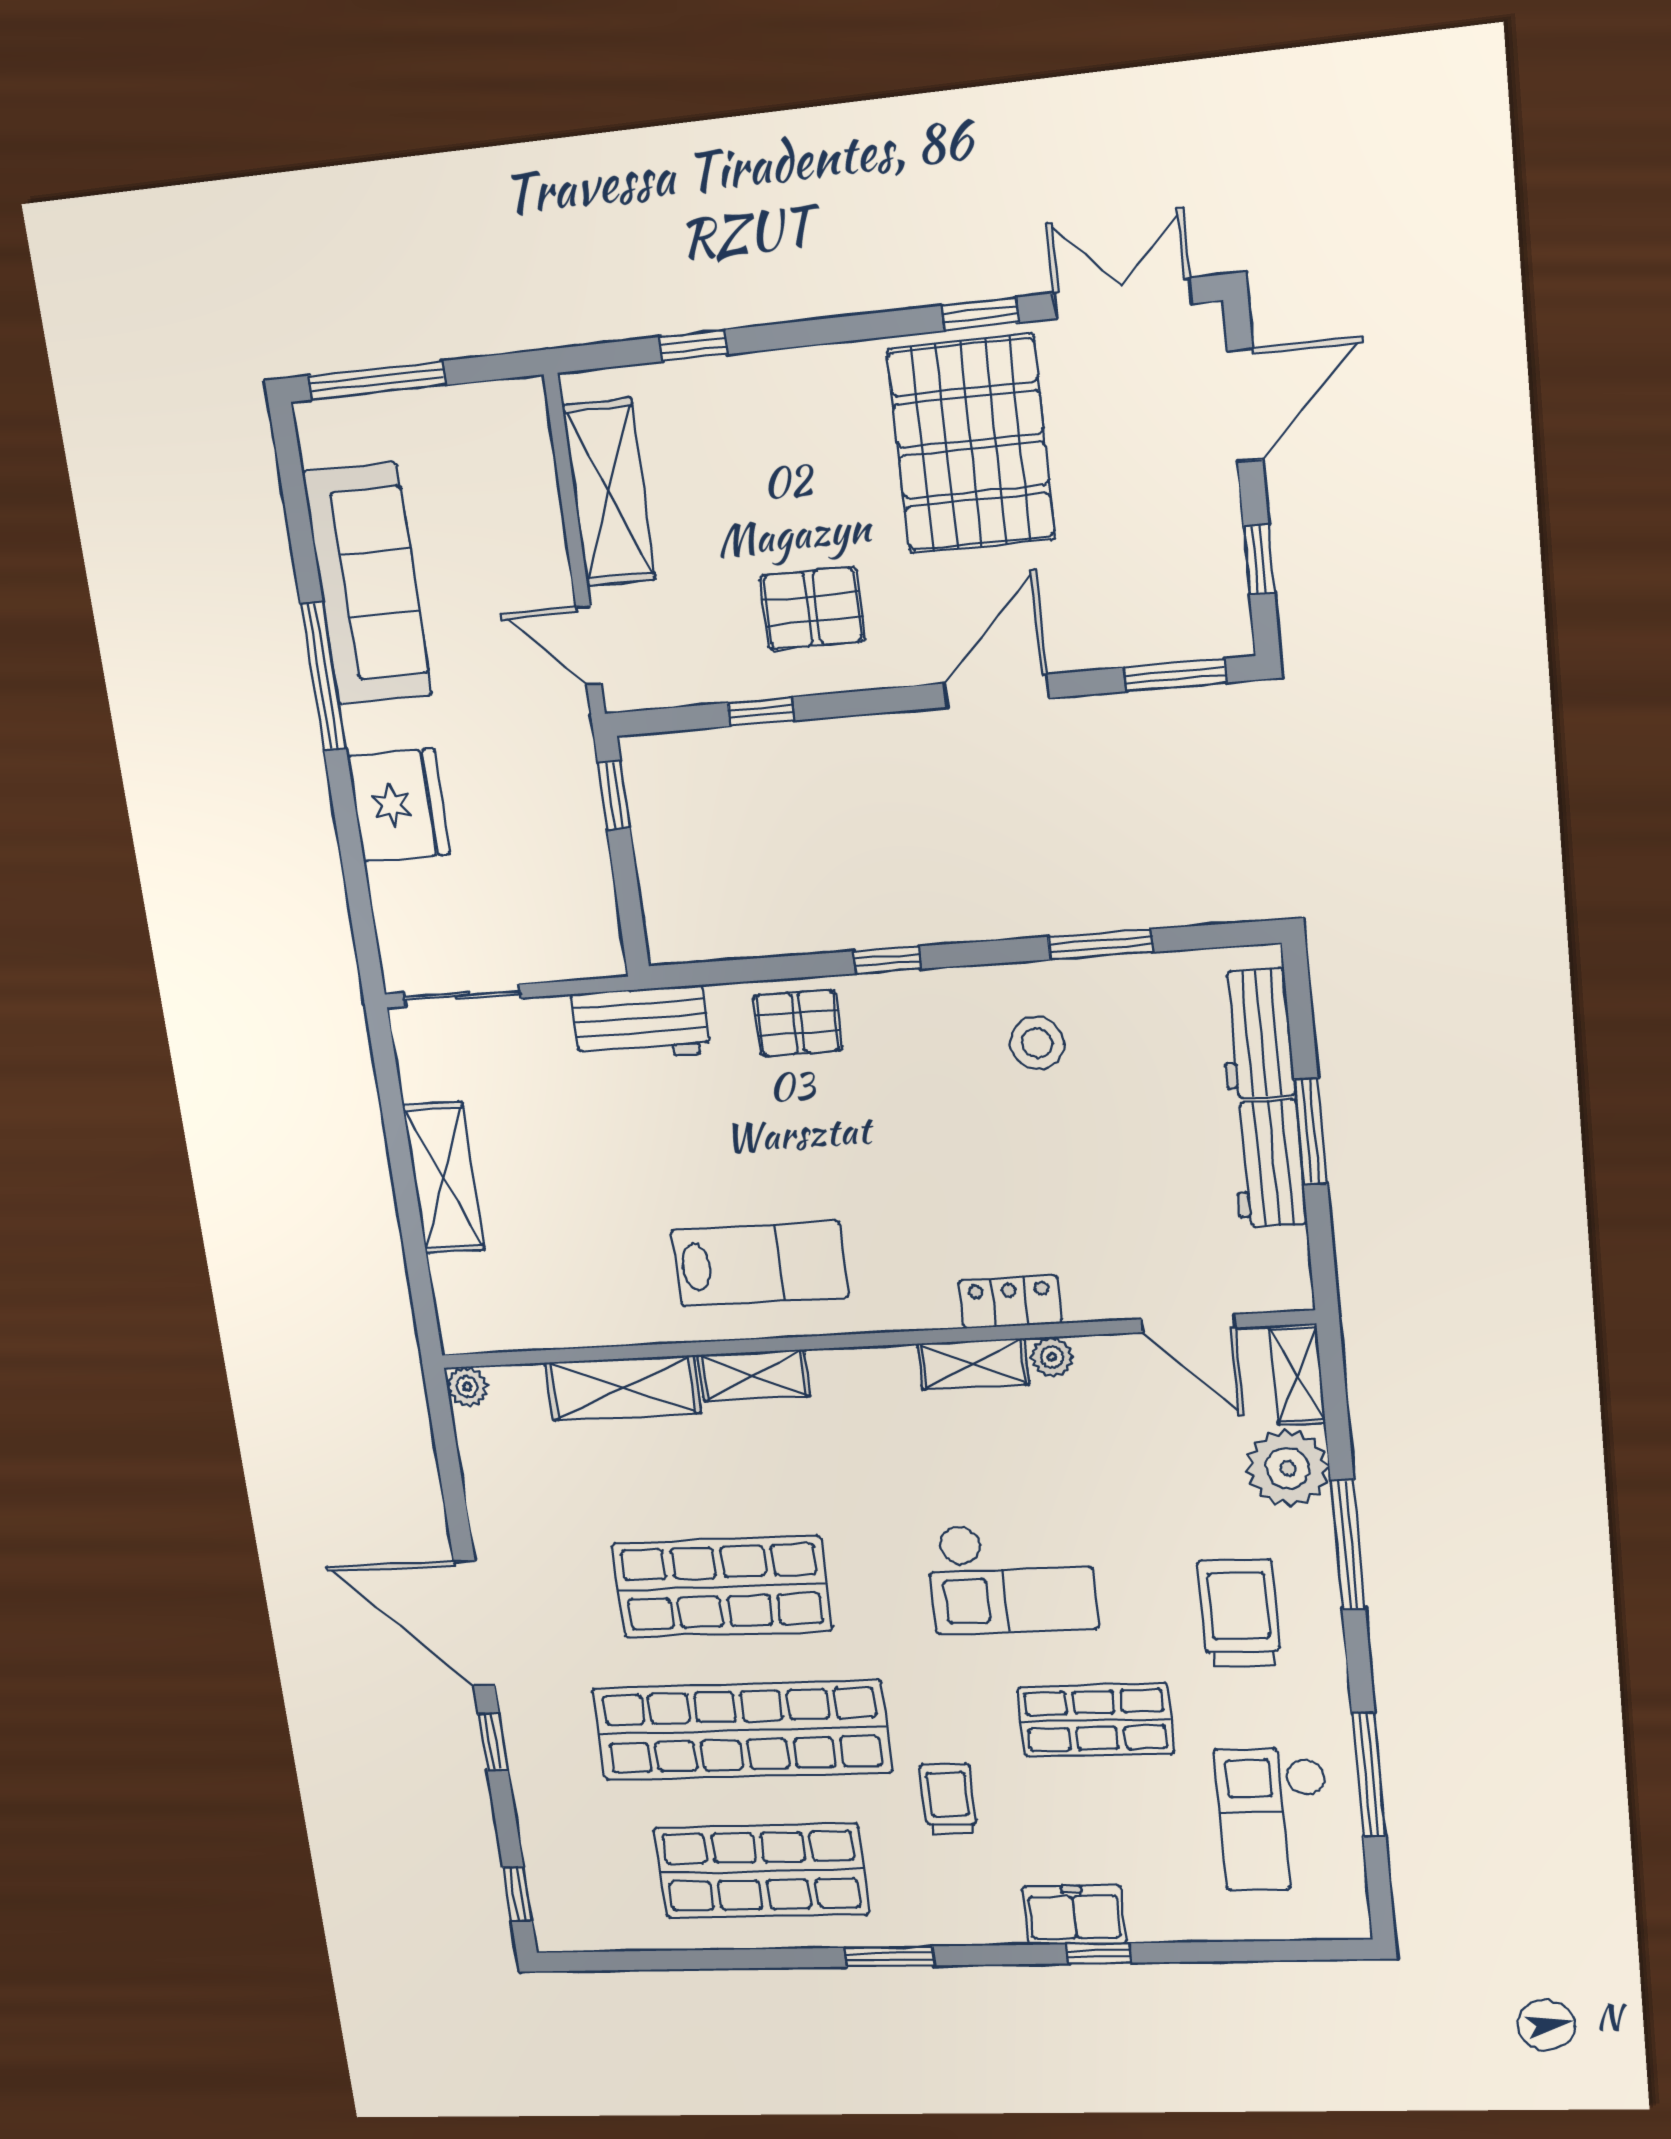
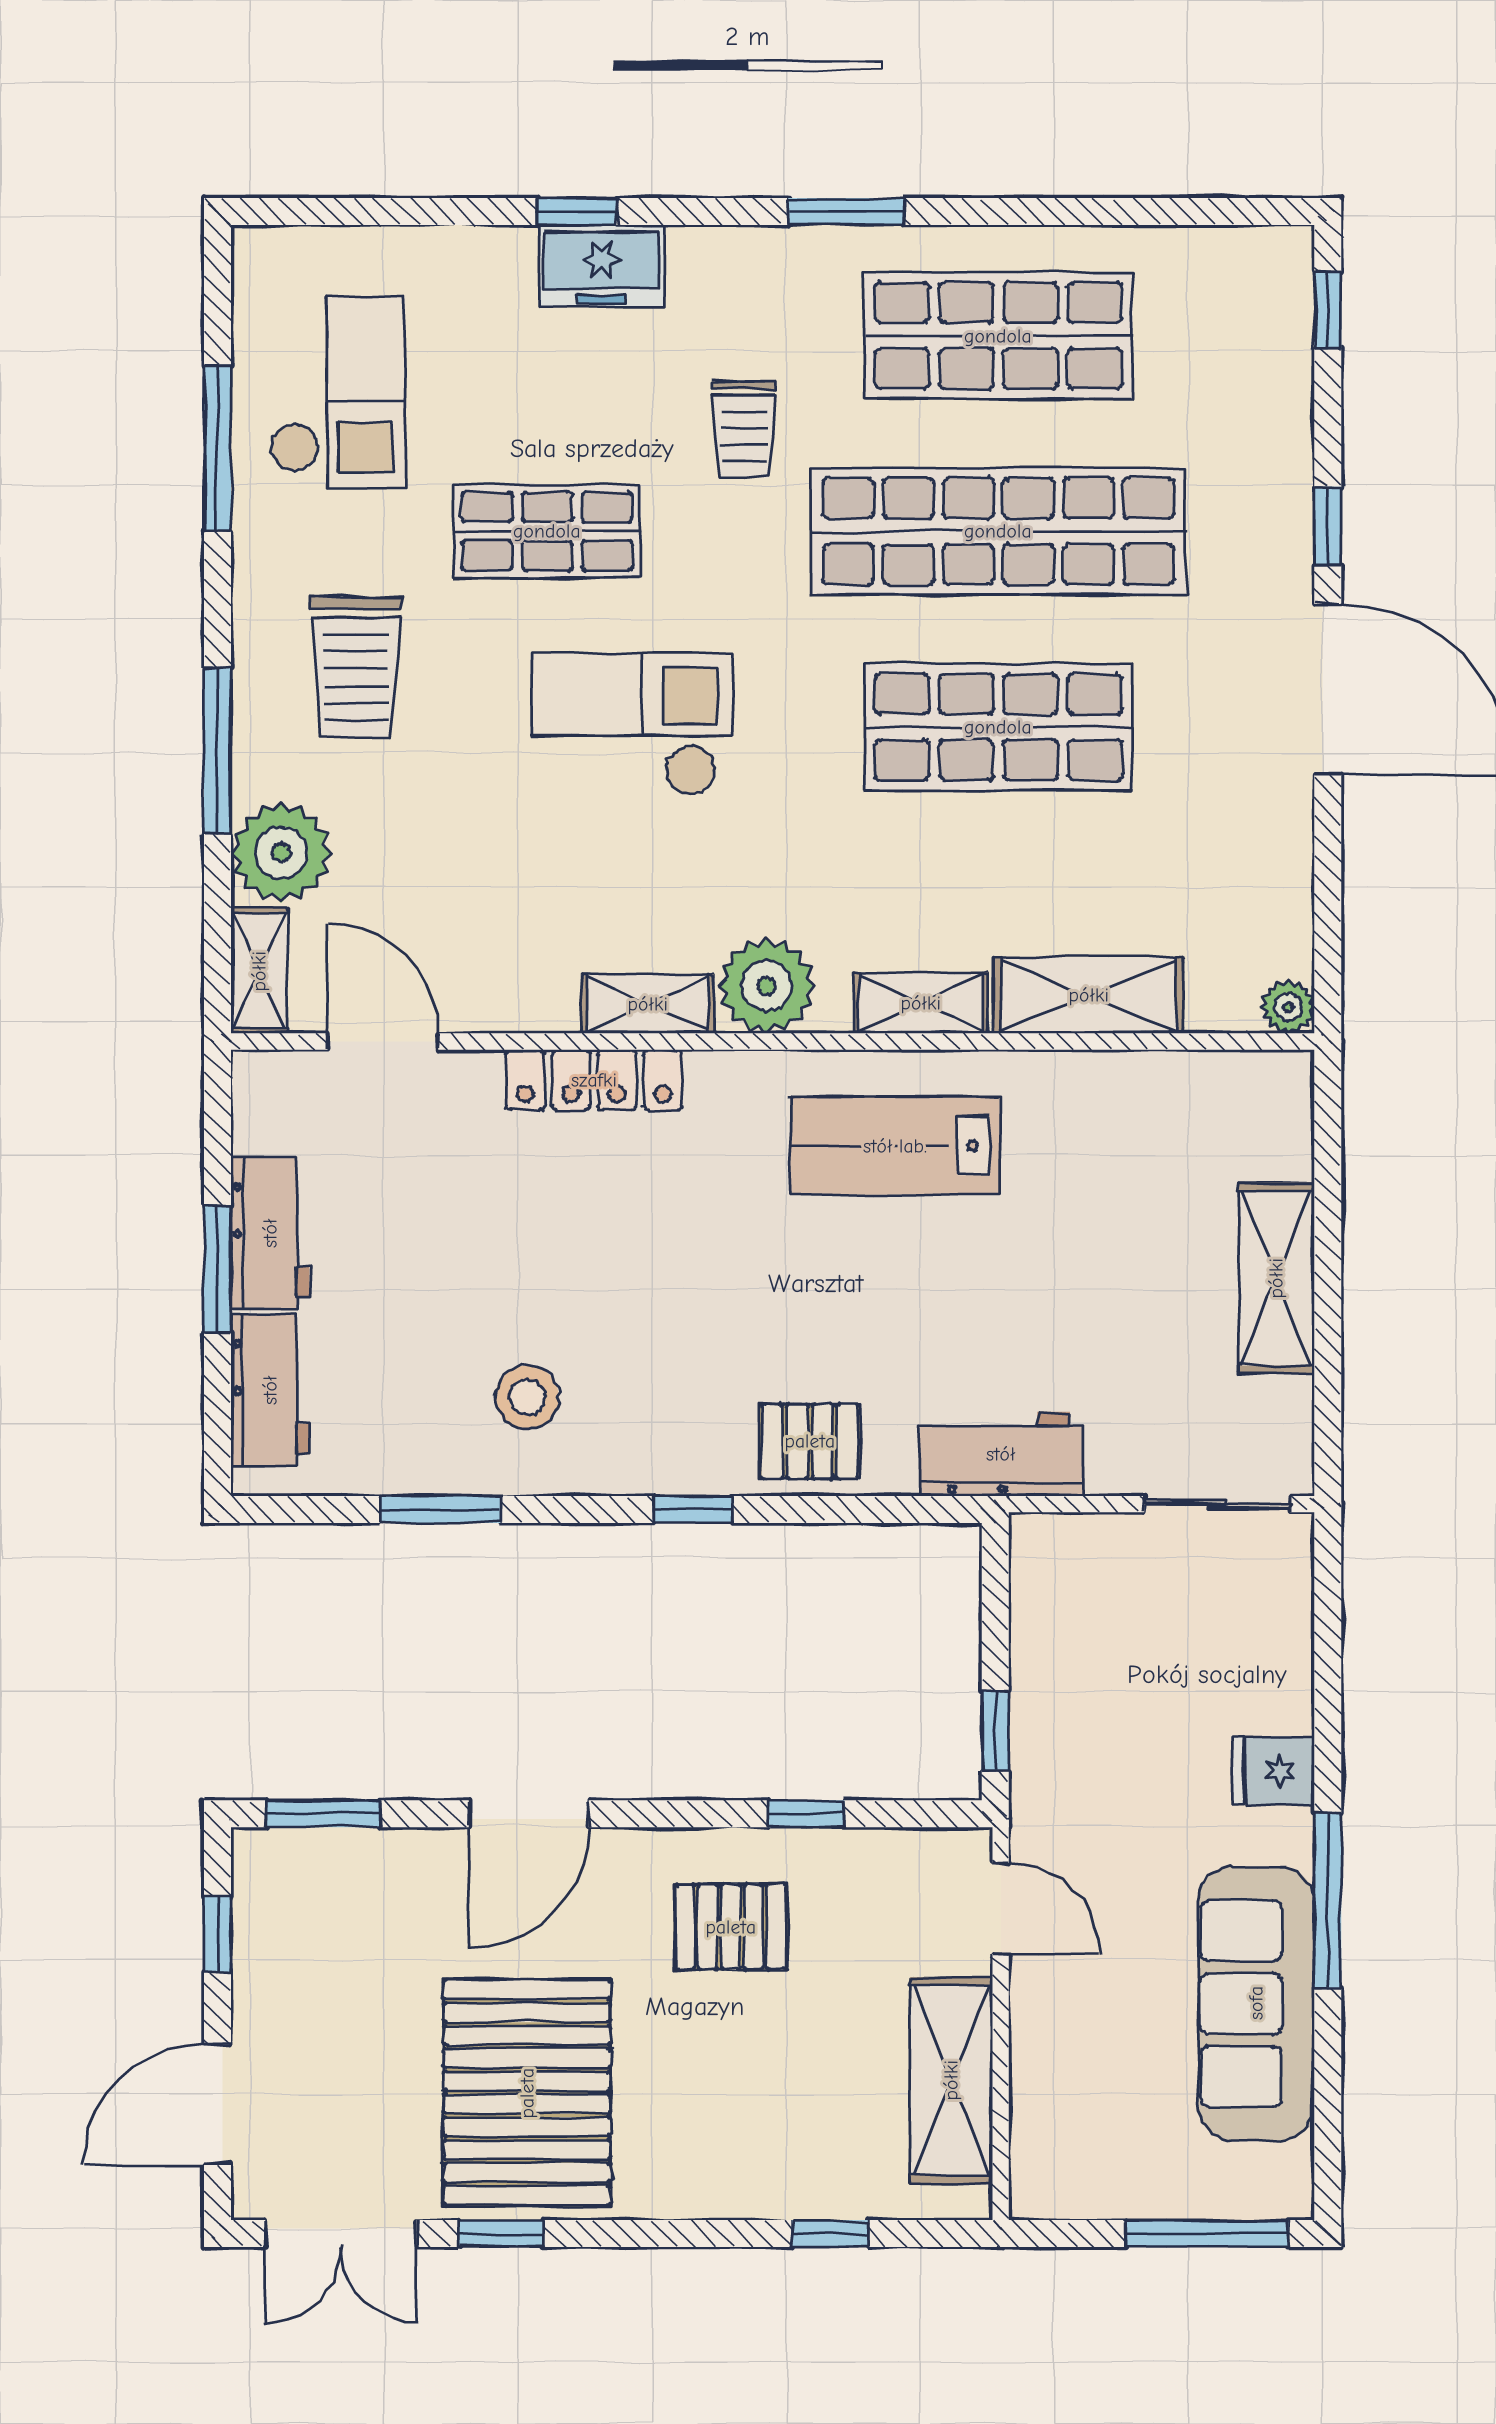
fridge: (399, 805) -> (1274, 1771), width x0.53, depth x0.75
locker: (1010, 1302) -> (594, 1080), width x1.53
plant: (1052, 1357) -> (767, 986), moved, width x1.87, depth x1.87

